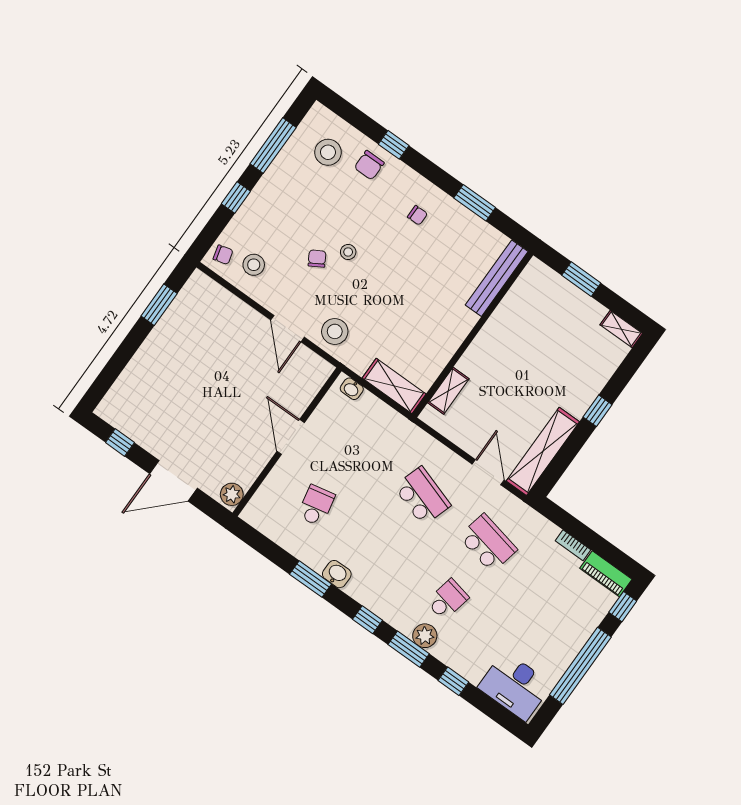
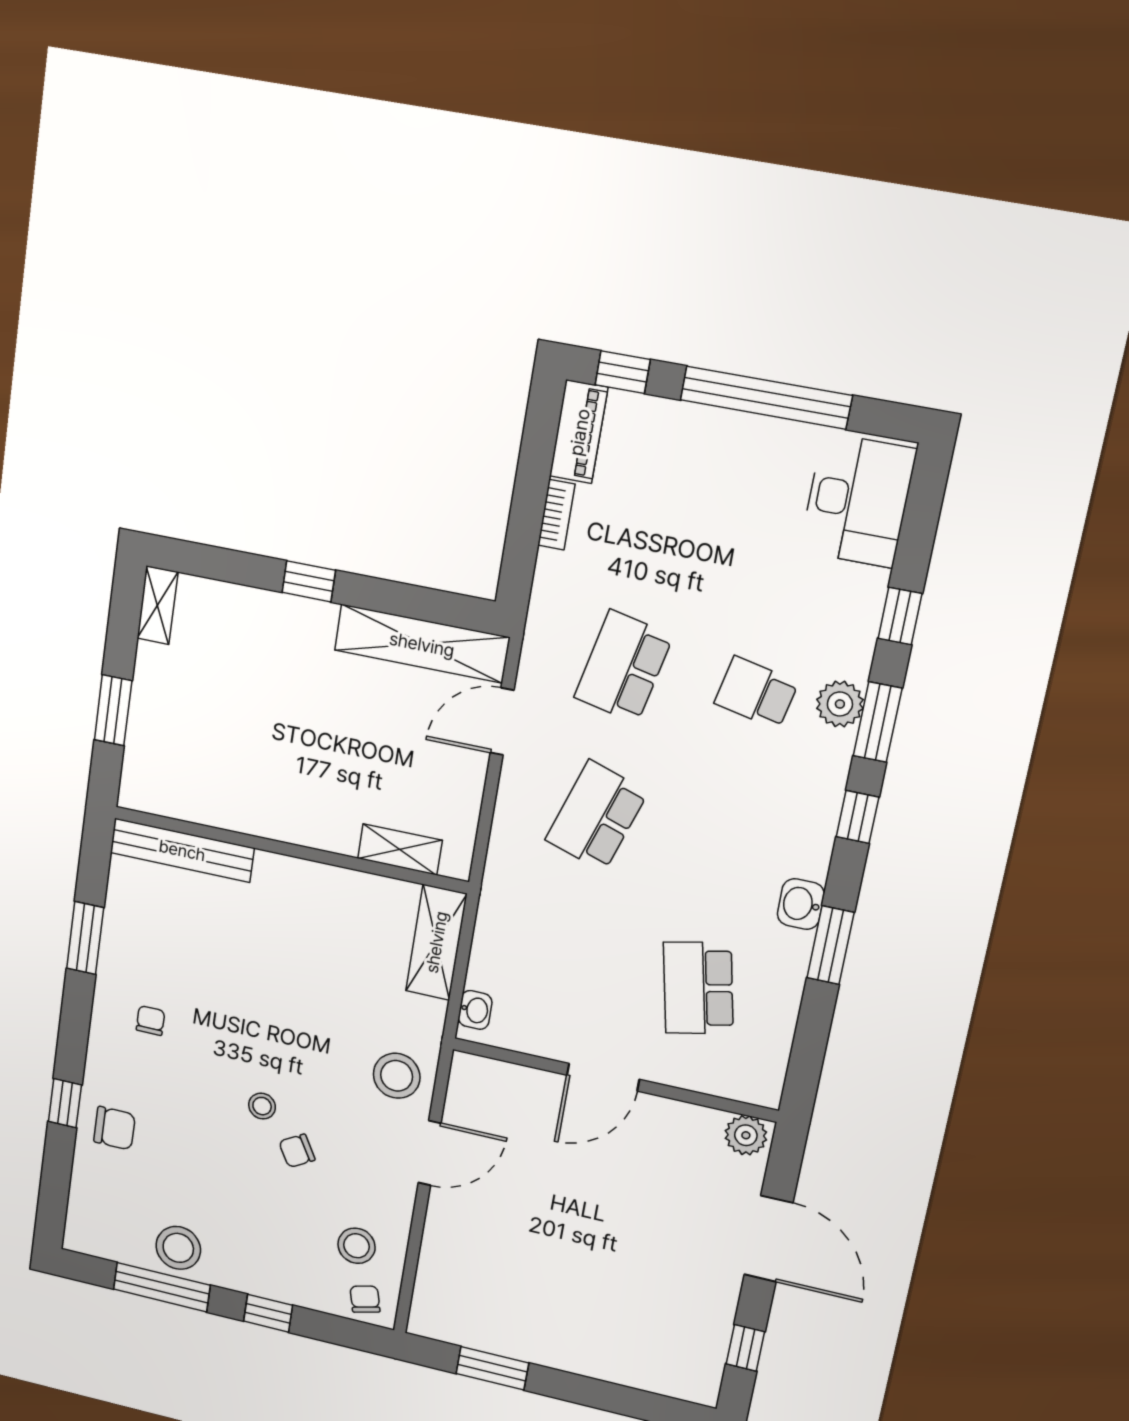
stool: (328, 152) -> (178, 1248), moved
school desk: (316, 506) -> (698, 988), width x1.85

